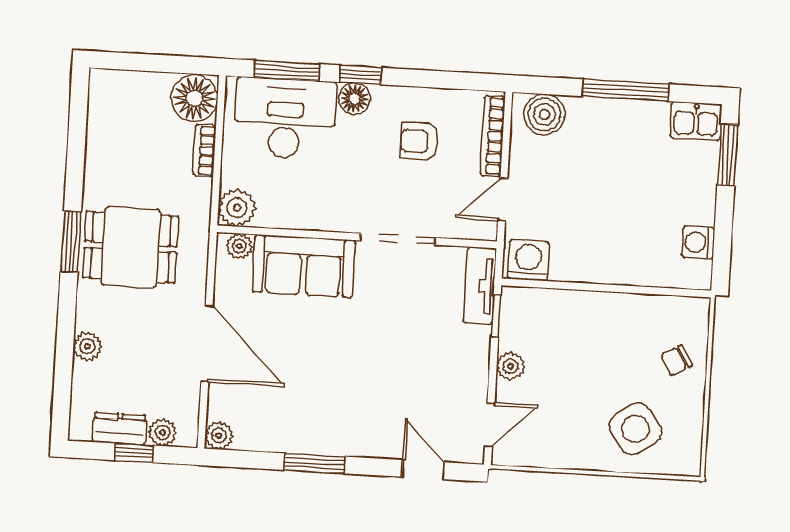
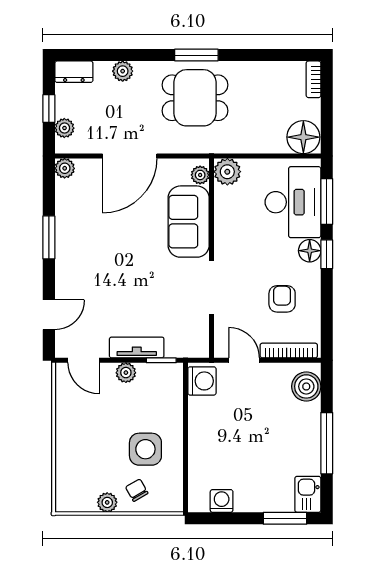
bookcase: (204, 151) -> (314, 79), moved, turned -90
dining table: (131, 247) -> (195, 98), turned 90
tv unit: (480, 286) -> (137, 347), moved
plant: (691, 403) -> (107, 502), added
dresser: (120, 429) -> (74, 72), moved, turned 90
side table: (635, 429) -> (145, 449), moved, turned 35

